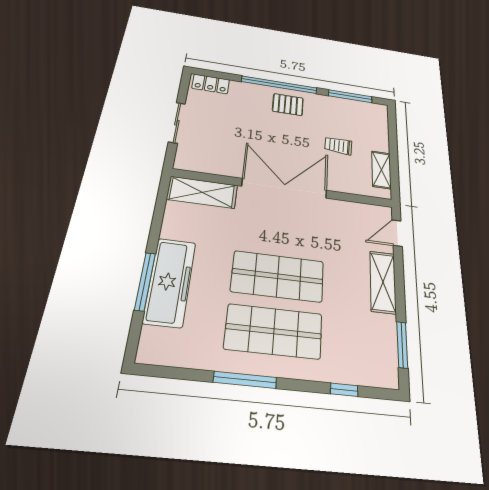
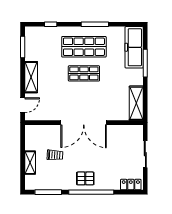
shelving: (381, 170) -> (30, 163), moved
shelving: (202, 192) -> (136, 103), moved, turned 90
shop shelf: (278, 276) -> (84, 73), width x0.70, depth x0.74
freezer: (170, 282) -> (134, 47), moved

